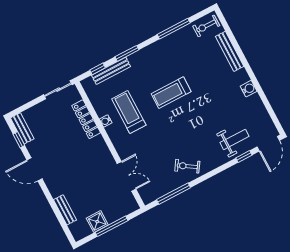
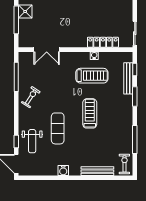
exercise mat: (206, 119) -> (58, 128), added

